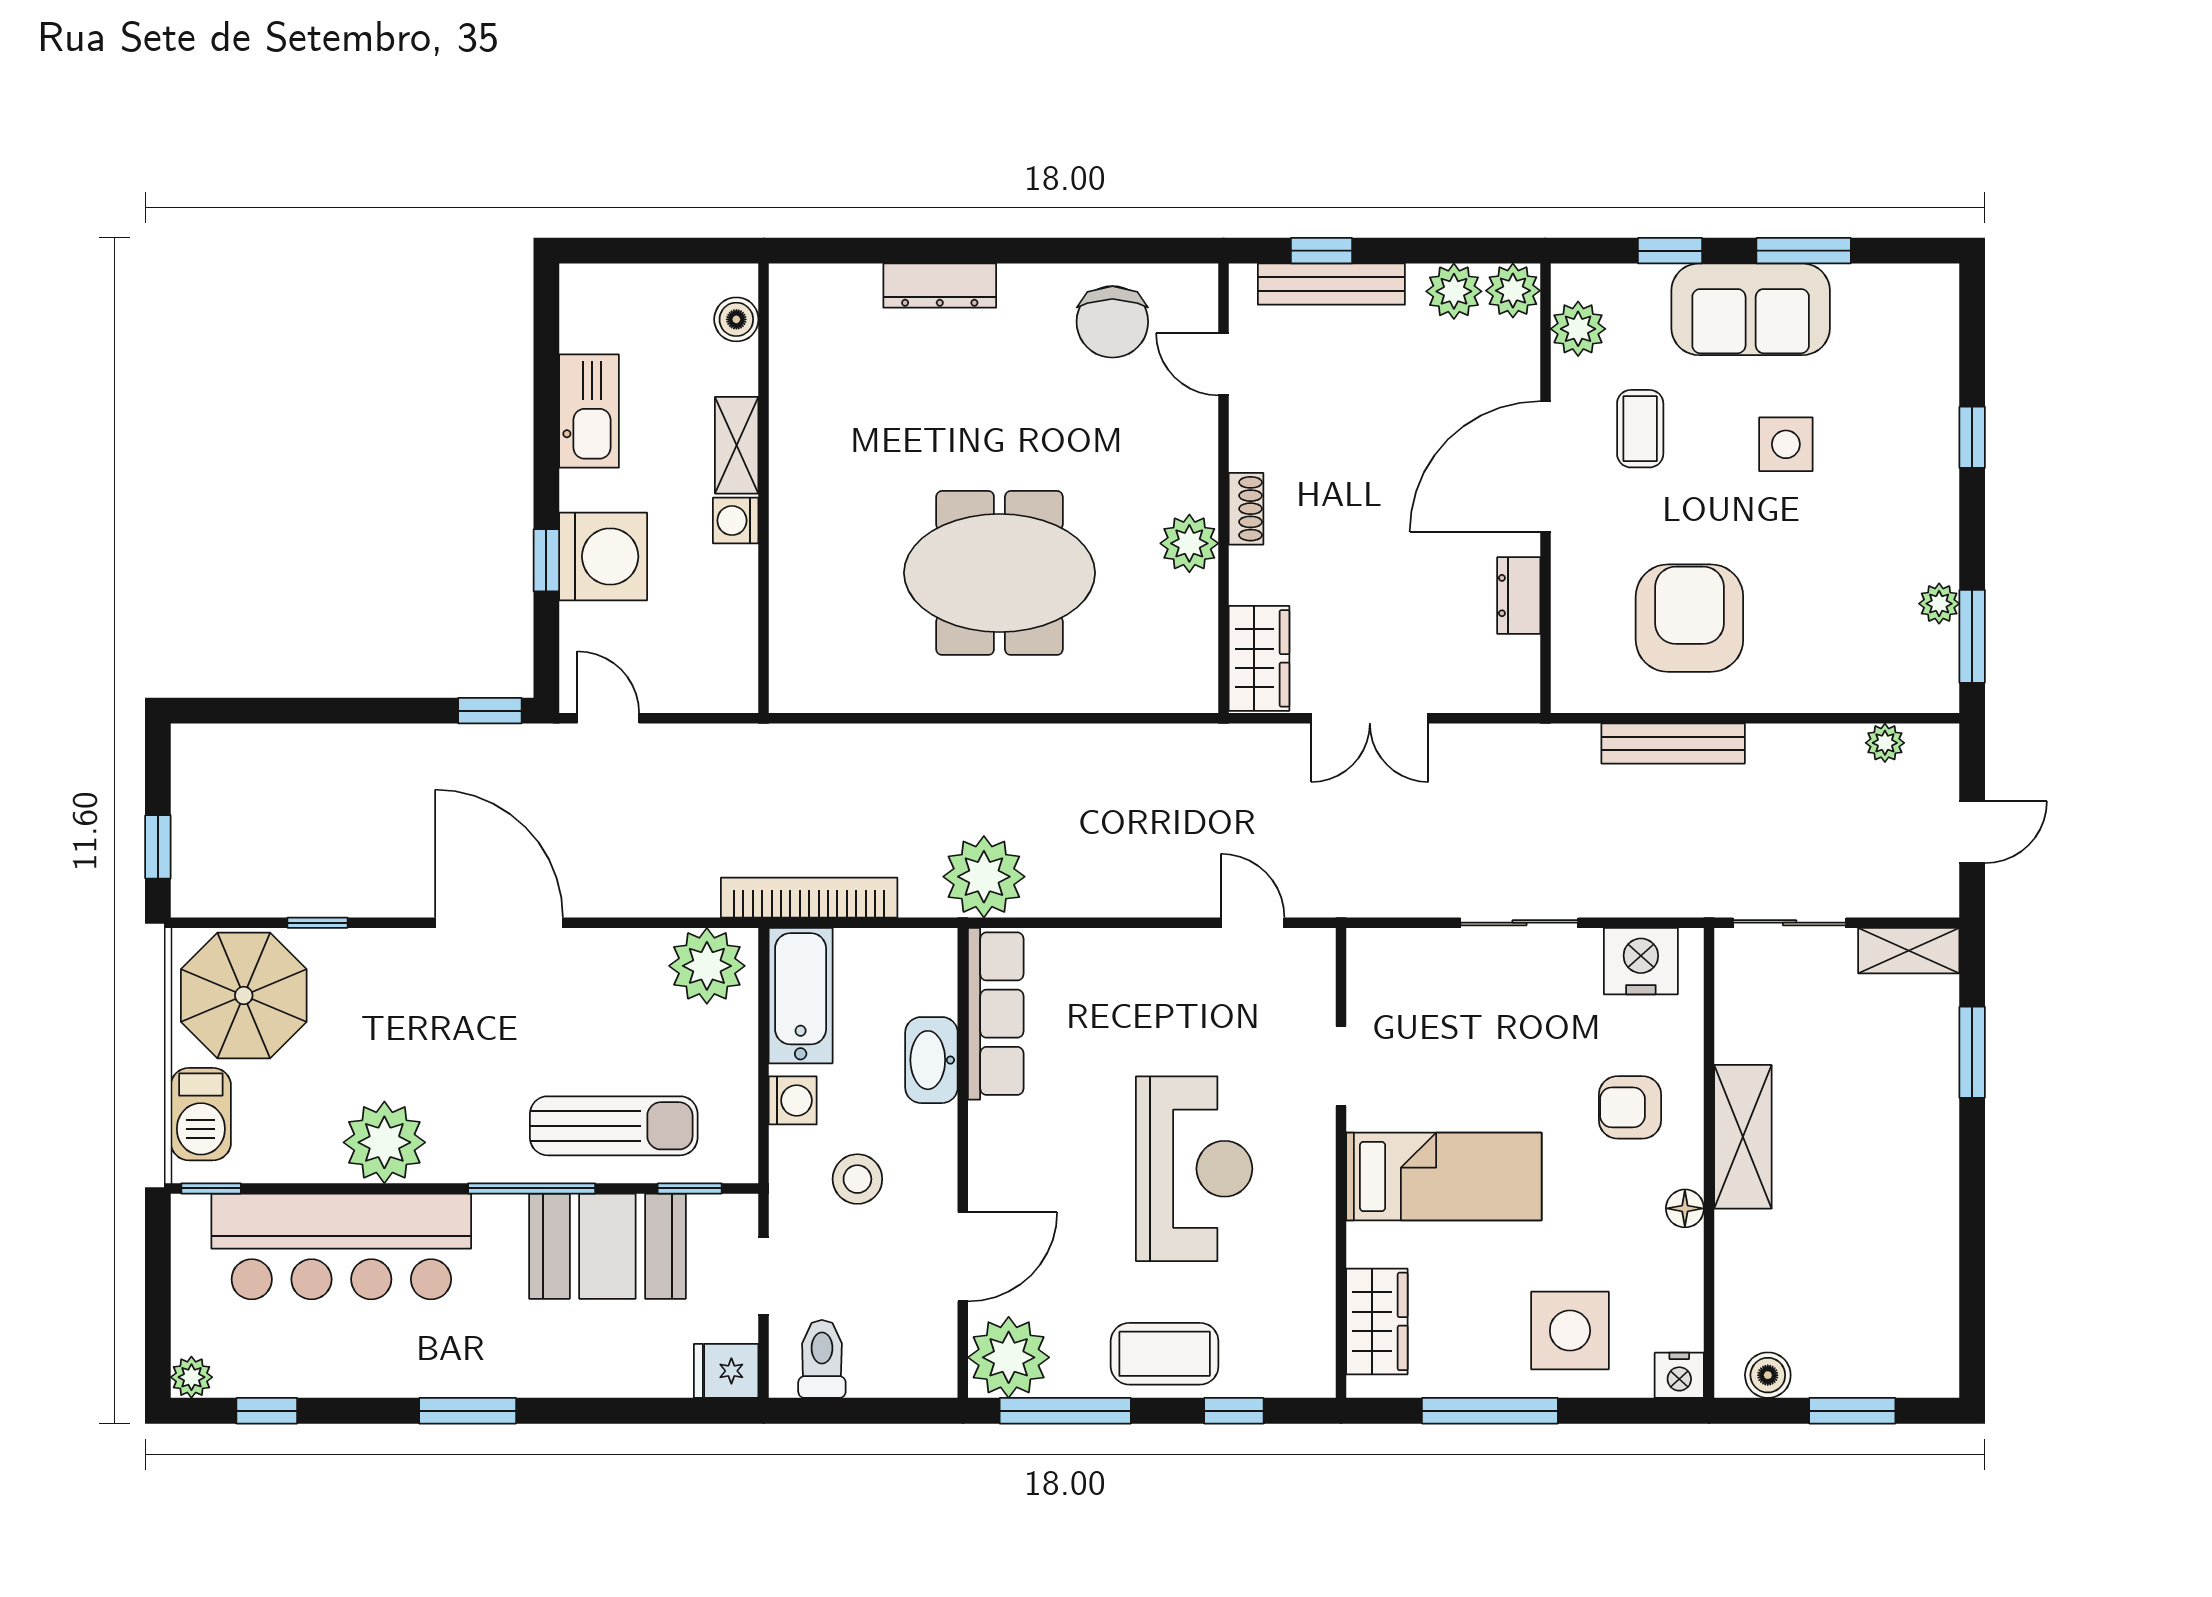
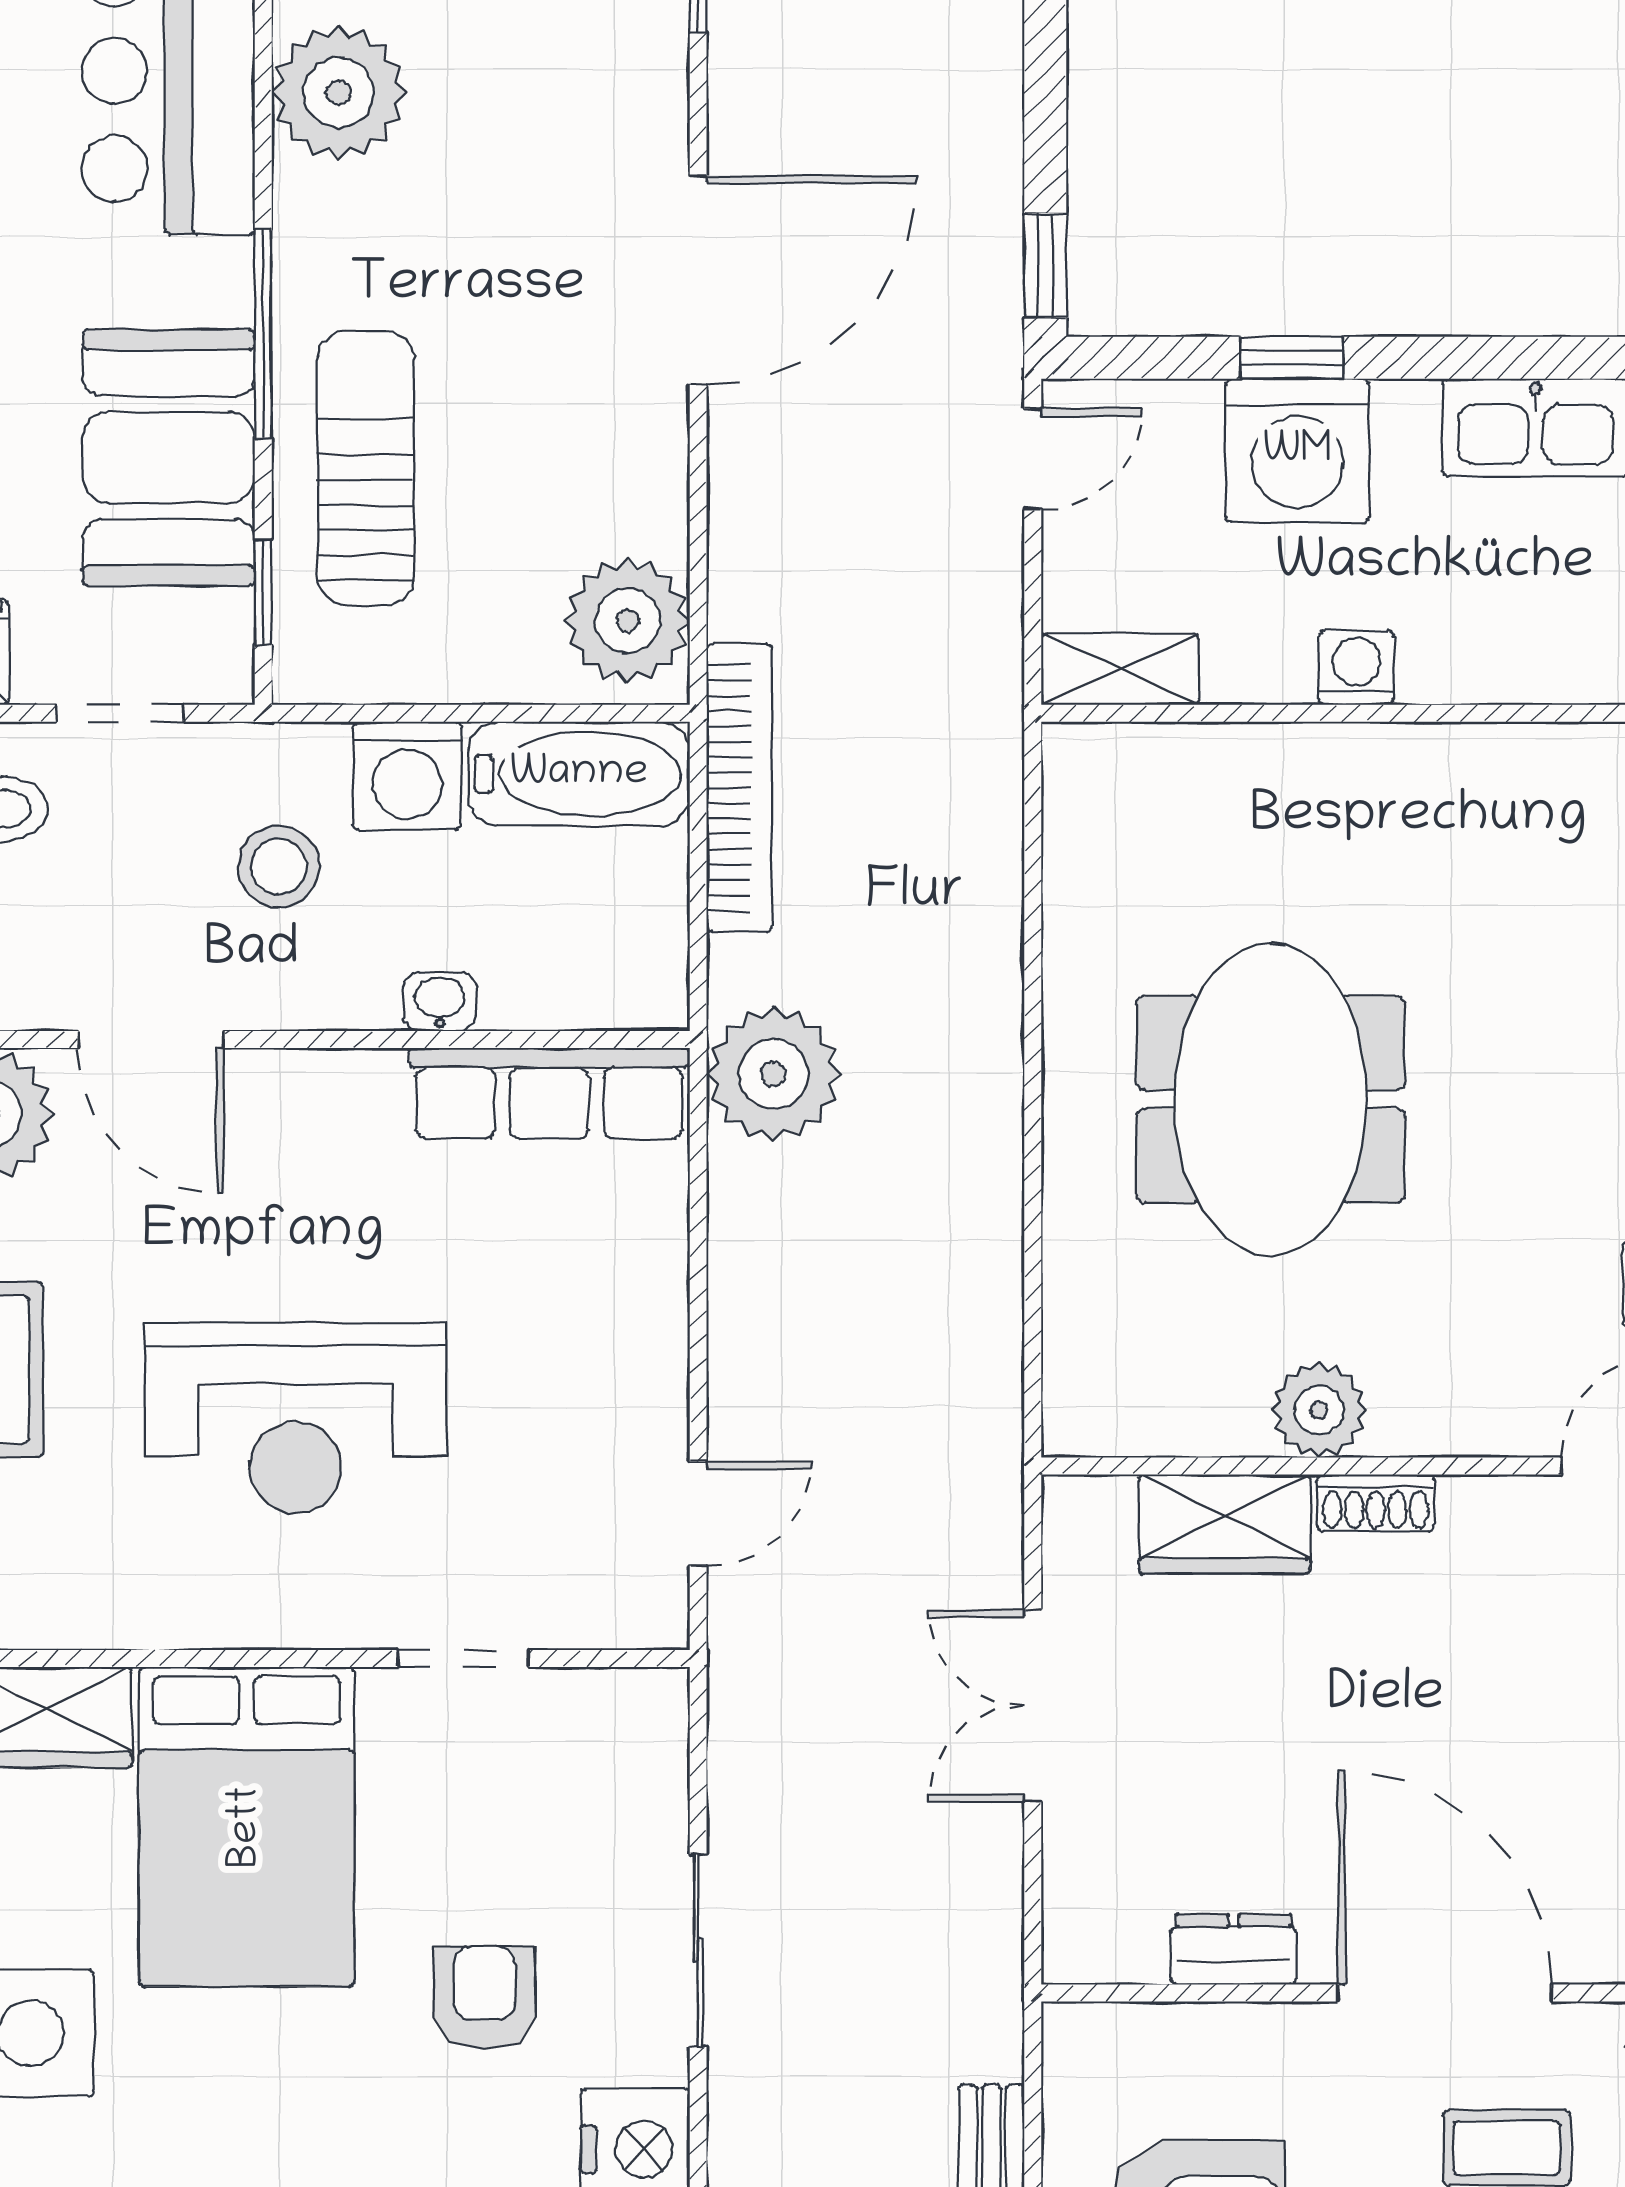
shelving: (737, 445) -> (1120, 669), moved
wardrobe: (1259, 658) -> (1225, 1524), moved
washbasin: (931, 1060) -> (440, 1001), width x0.52, depth x0.69
washing machine: (793, 1100) -> (407, 776), width x1.38, depth x1.38
armchair: (1630, 1107) -> (484, 1997), moved
sun lounger: (614, 1126) -> (366, 468), turned 180
bed: (1444, 1177) -> (247, 1827), width x1.50

